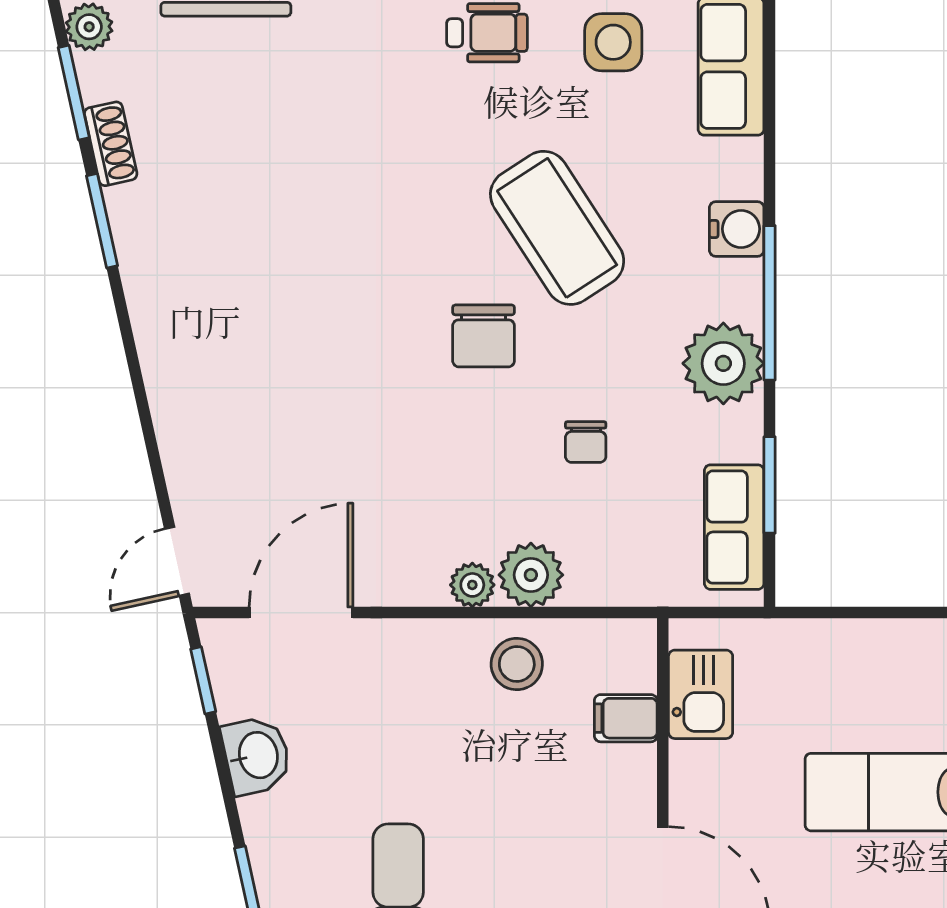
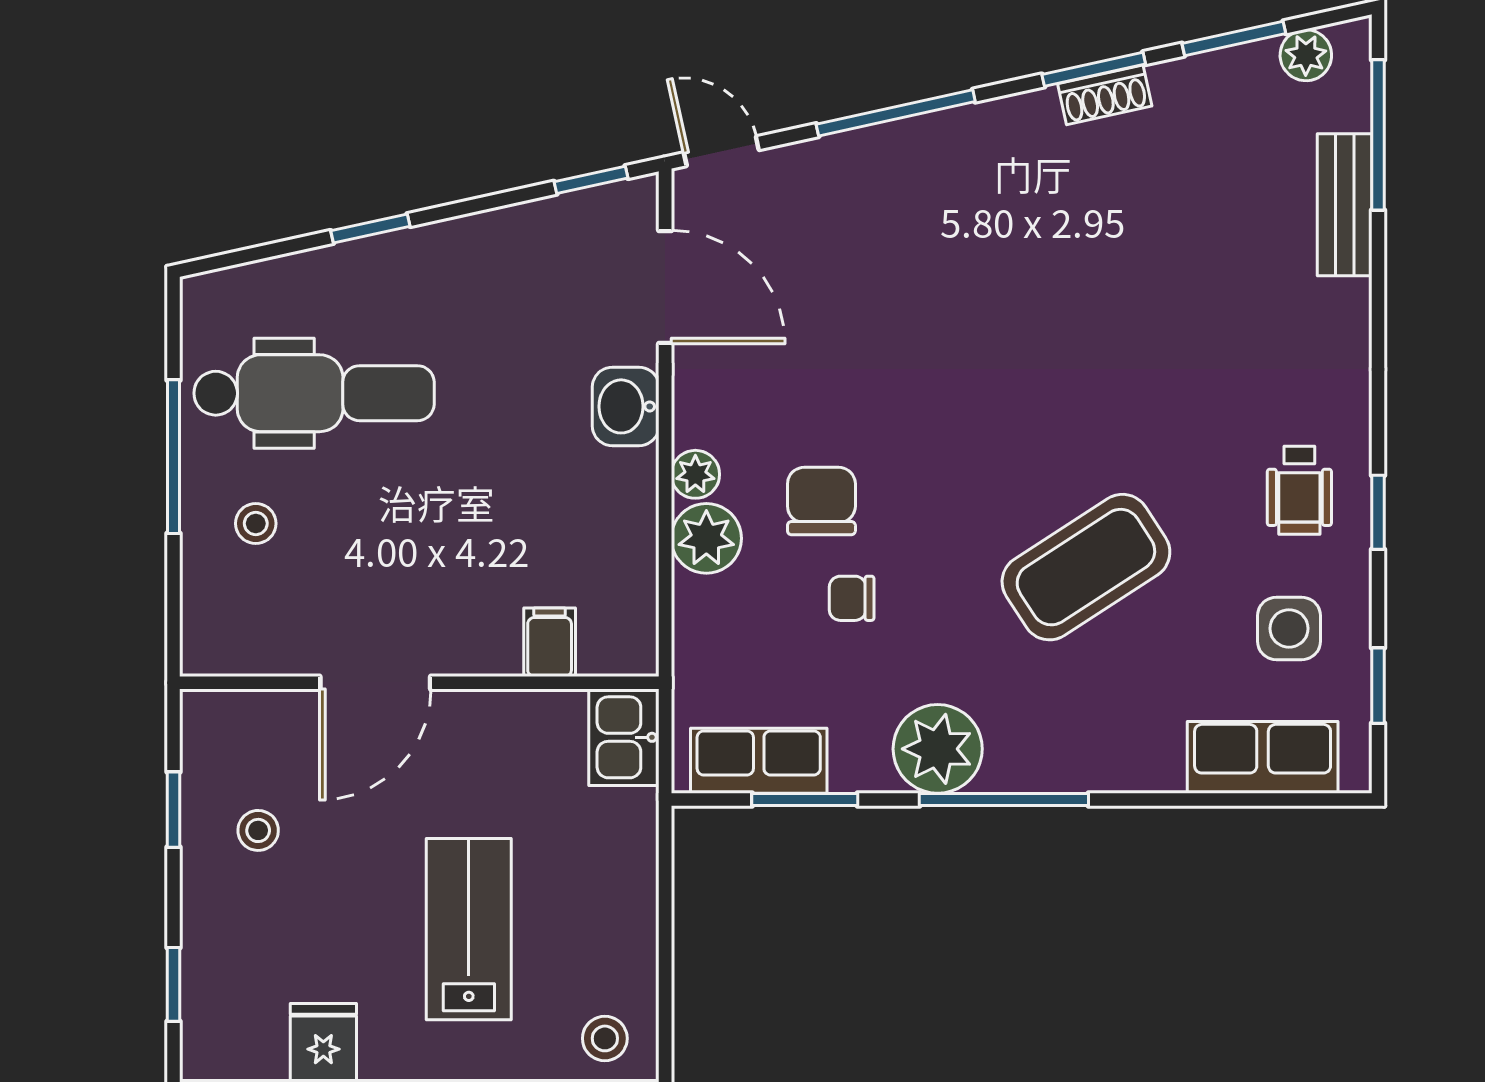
shoe rack: (111, 144) -> (1105, 95), moved
water cooler: (737, 229) -> (1085, 763), removed
chair: (484, 336) -> (821, 501), moved, turned 90
window: (142, 402) -> (896, 113), added
stool: (517, 664) -> (609, 523), removed
kitchen sink: (701, 694) -> (624, 737), moved, turned 90
washbasin: (257, 755) -> (626, 406), moved, turned 102

